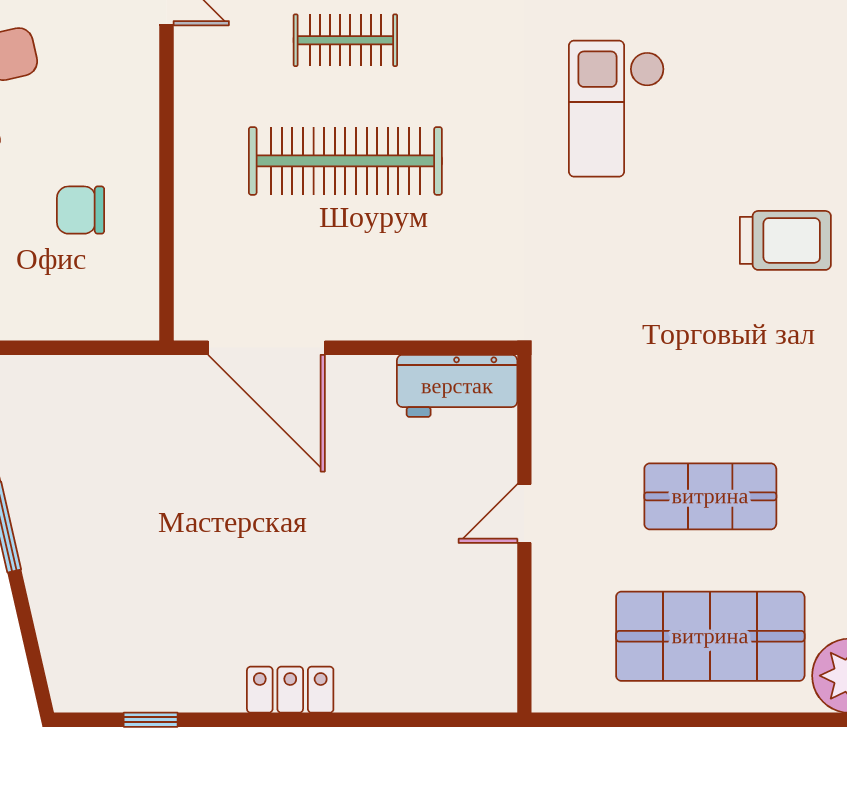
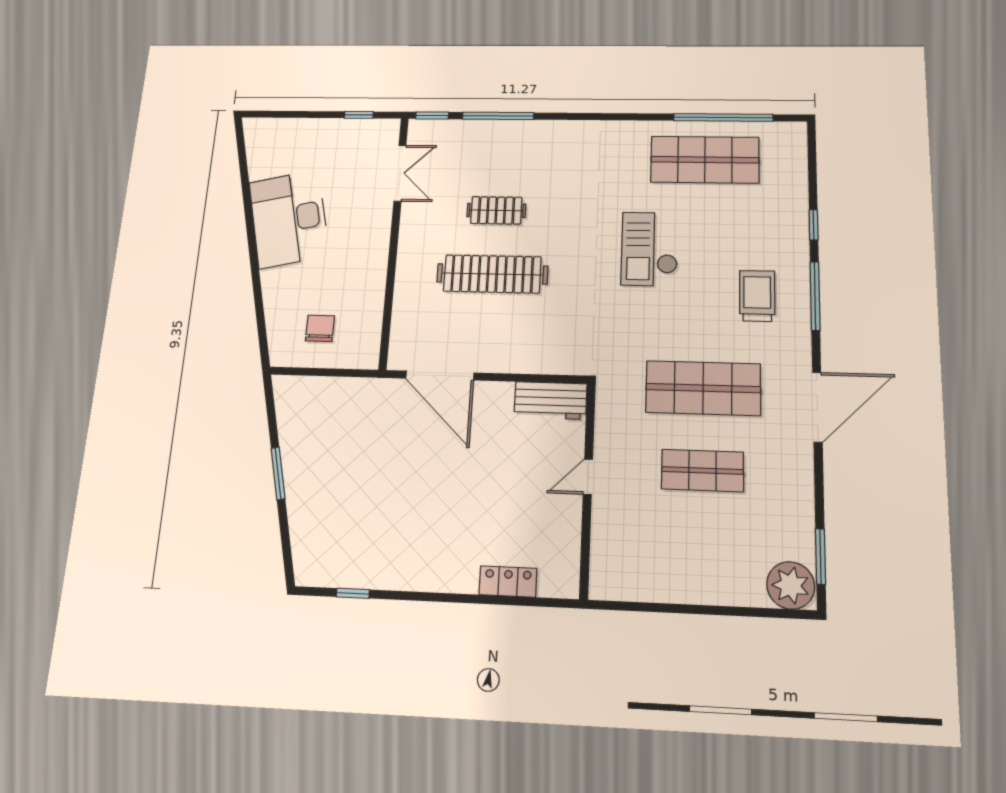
chair: (81, 210) -> (320, 328), moved, turned 90
trolley: (785, 240) -> (757, 296), moved, turned -90
shop shelf: (710, 636) -> (703, 388), moved
locker: (290, 690) -> (508, 582), moved

